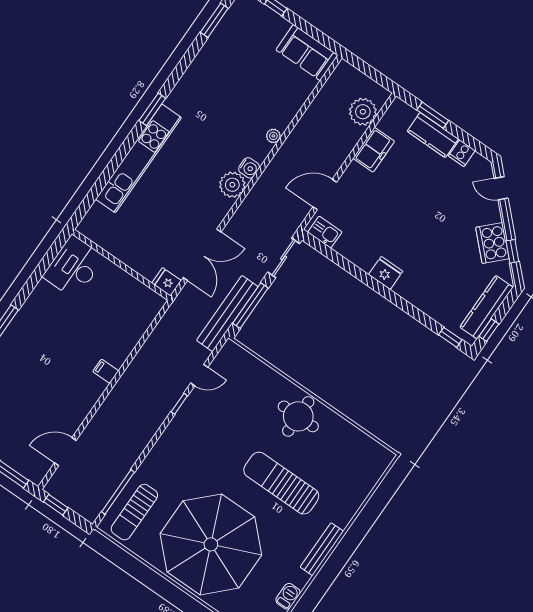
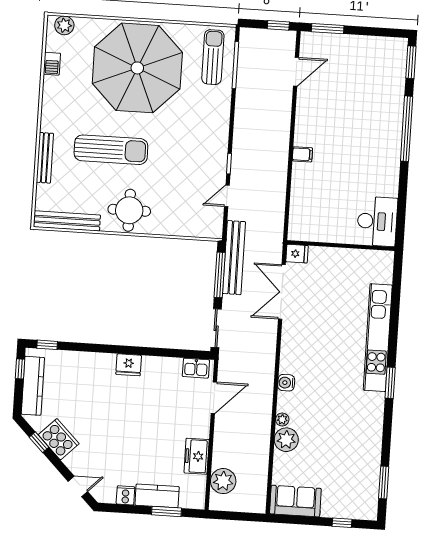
plant: (232, 185) -> (286, 440), moved
bench: (362, 441) -> (67, 221), added
bench: (322, 549) -> (45, 158), moved

